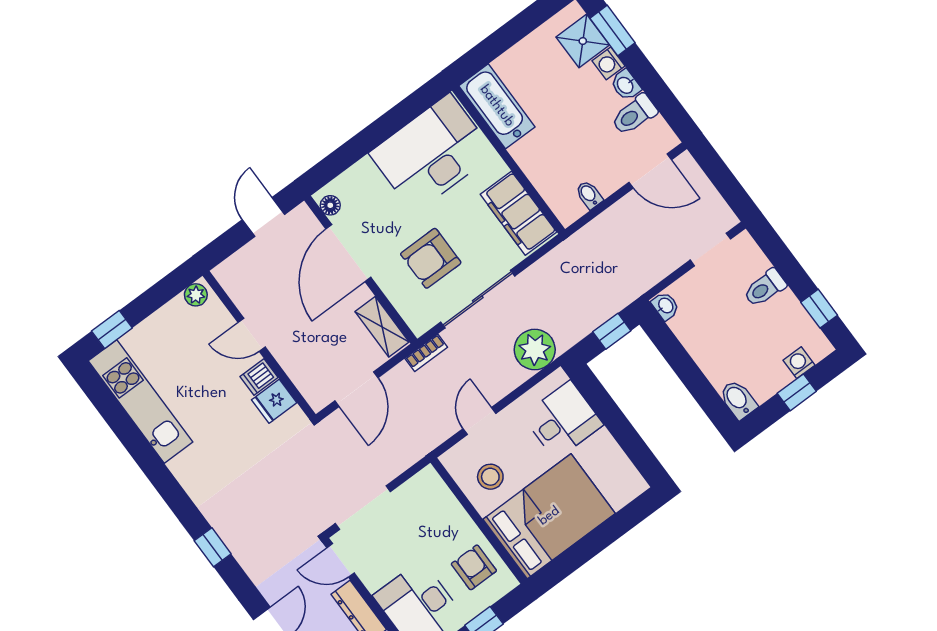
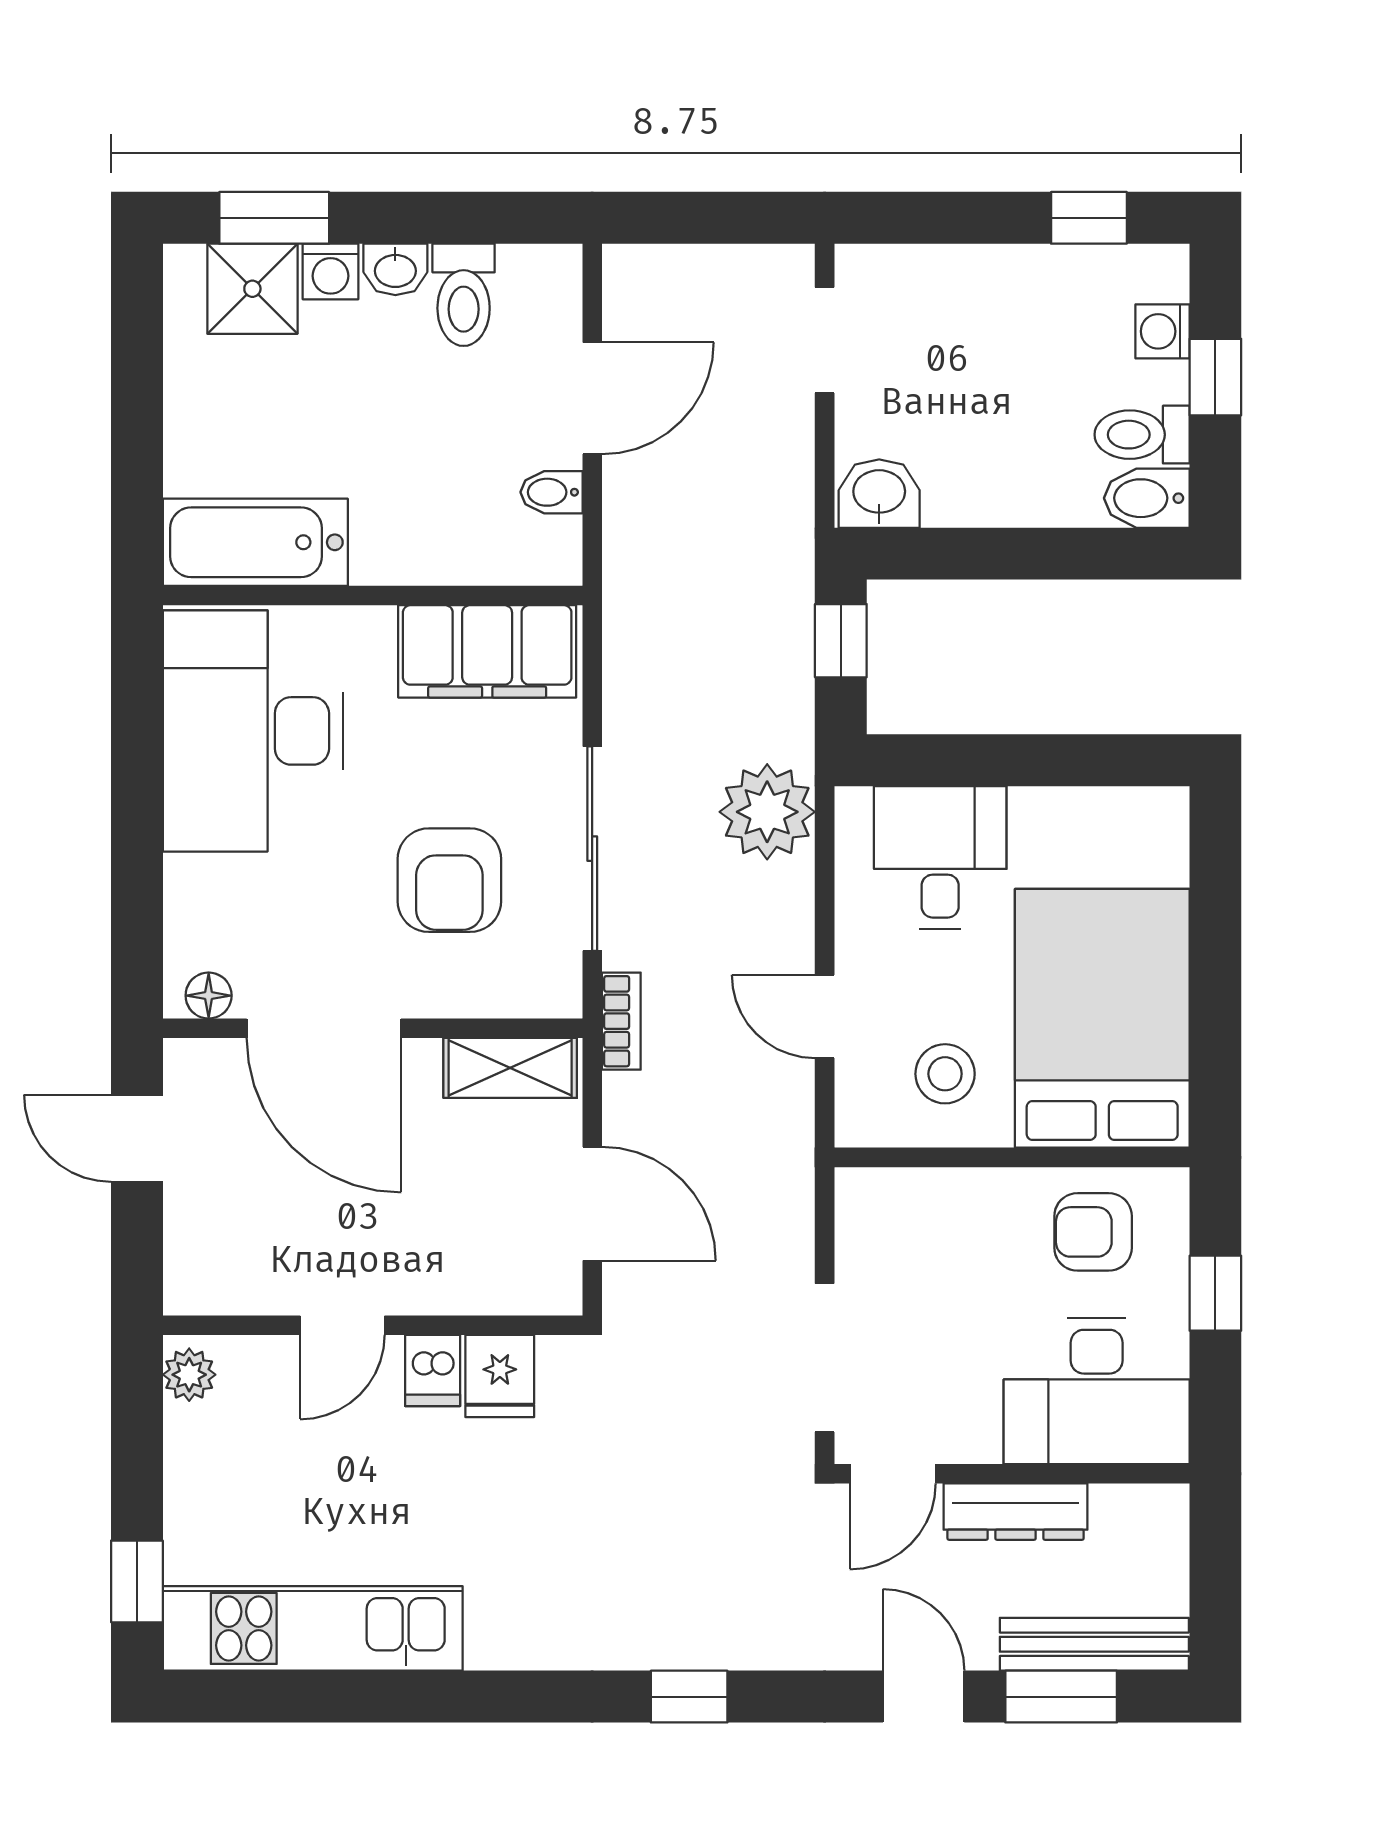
door: (650, 171) -> (592, 398), moved
toilet: (765, 288) -> (1142, 435), moved, turned 90
washbasin: (665, 306) -> (879, 494), width x1.38, depth x1.45

